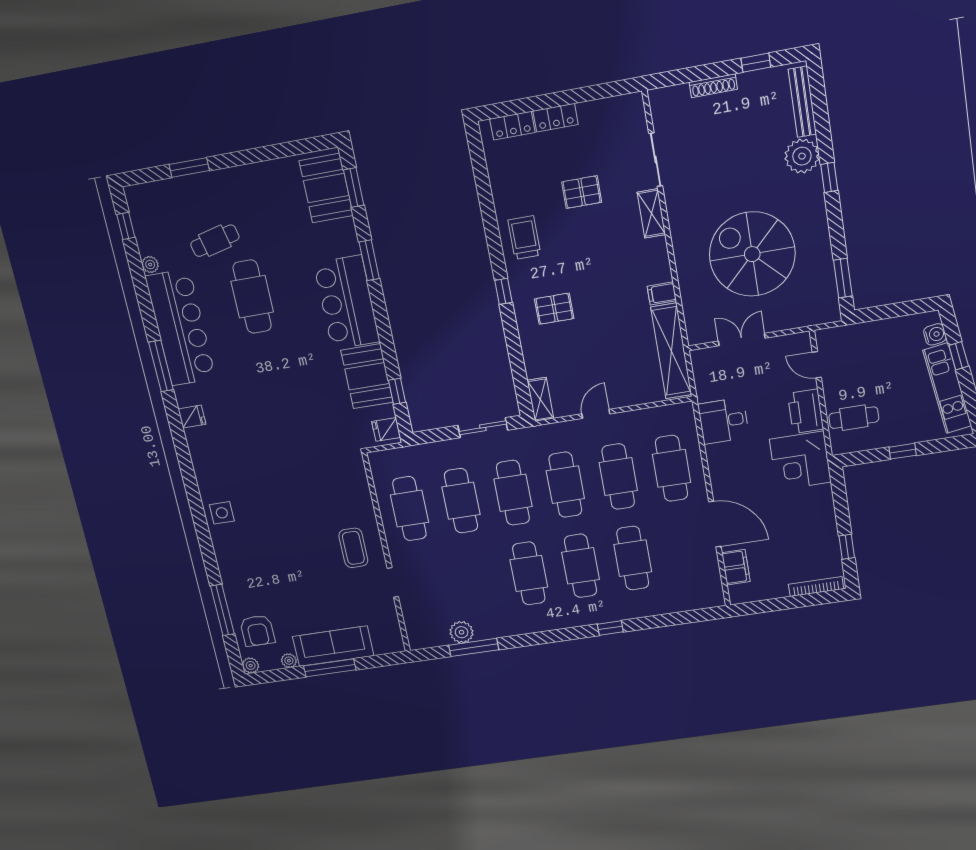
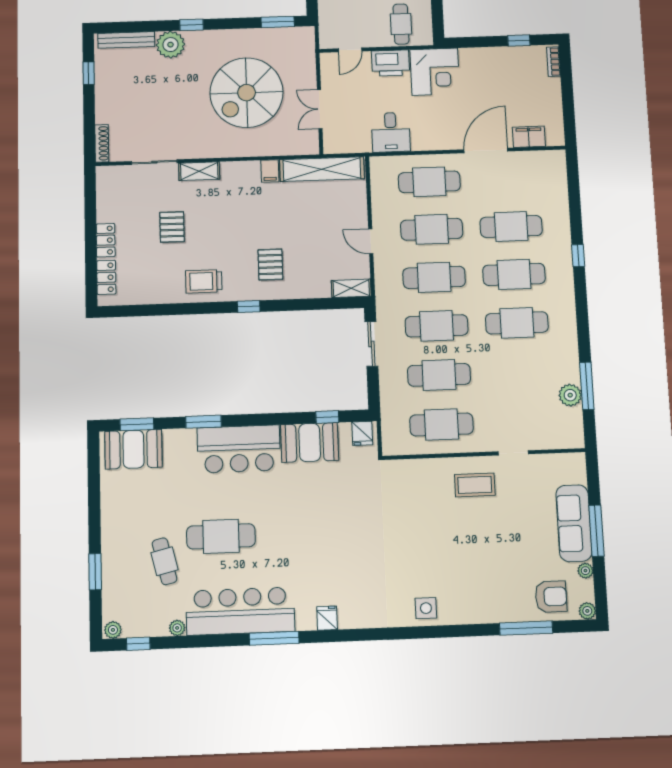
shoe rack: (713, 86) -> (102, 143), moved
plant: (134, 197) -> (113, 630), added
bookcase: (816, 587) -> (554, 62), width x0.64

